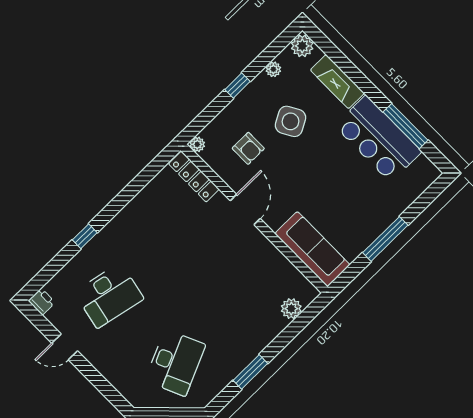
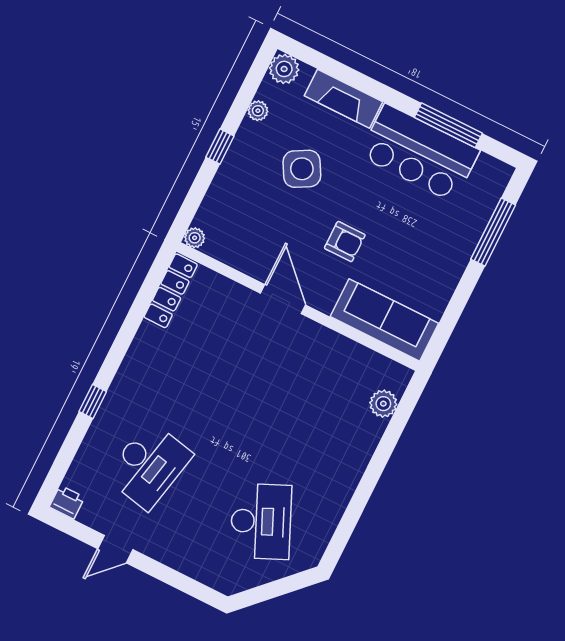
armchair: (248, 148) -> (345, 242), moved
locker: (194, 177) -> (171, 291), moved, turned -90
window: (385, 239) -> (493, 232), moved
window: (250, 372) -> (359, 501), removed

